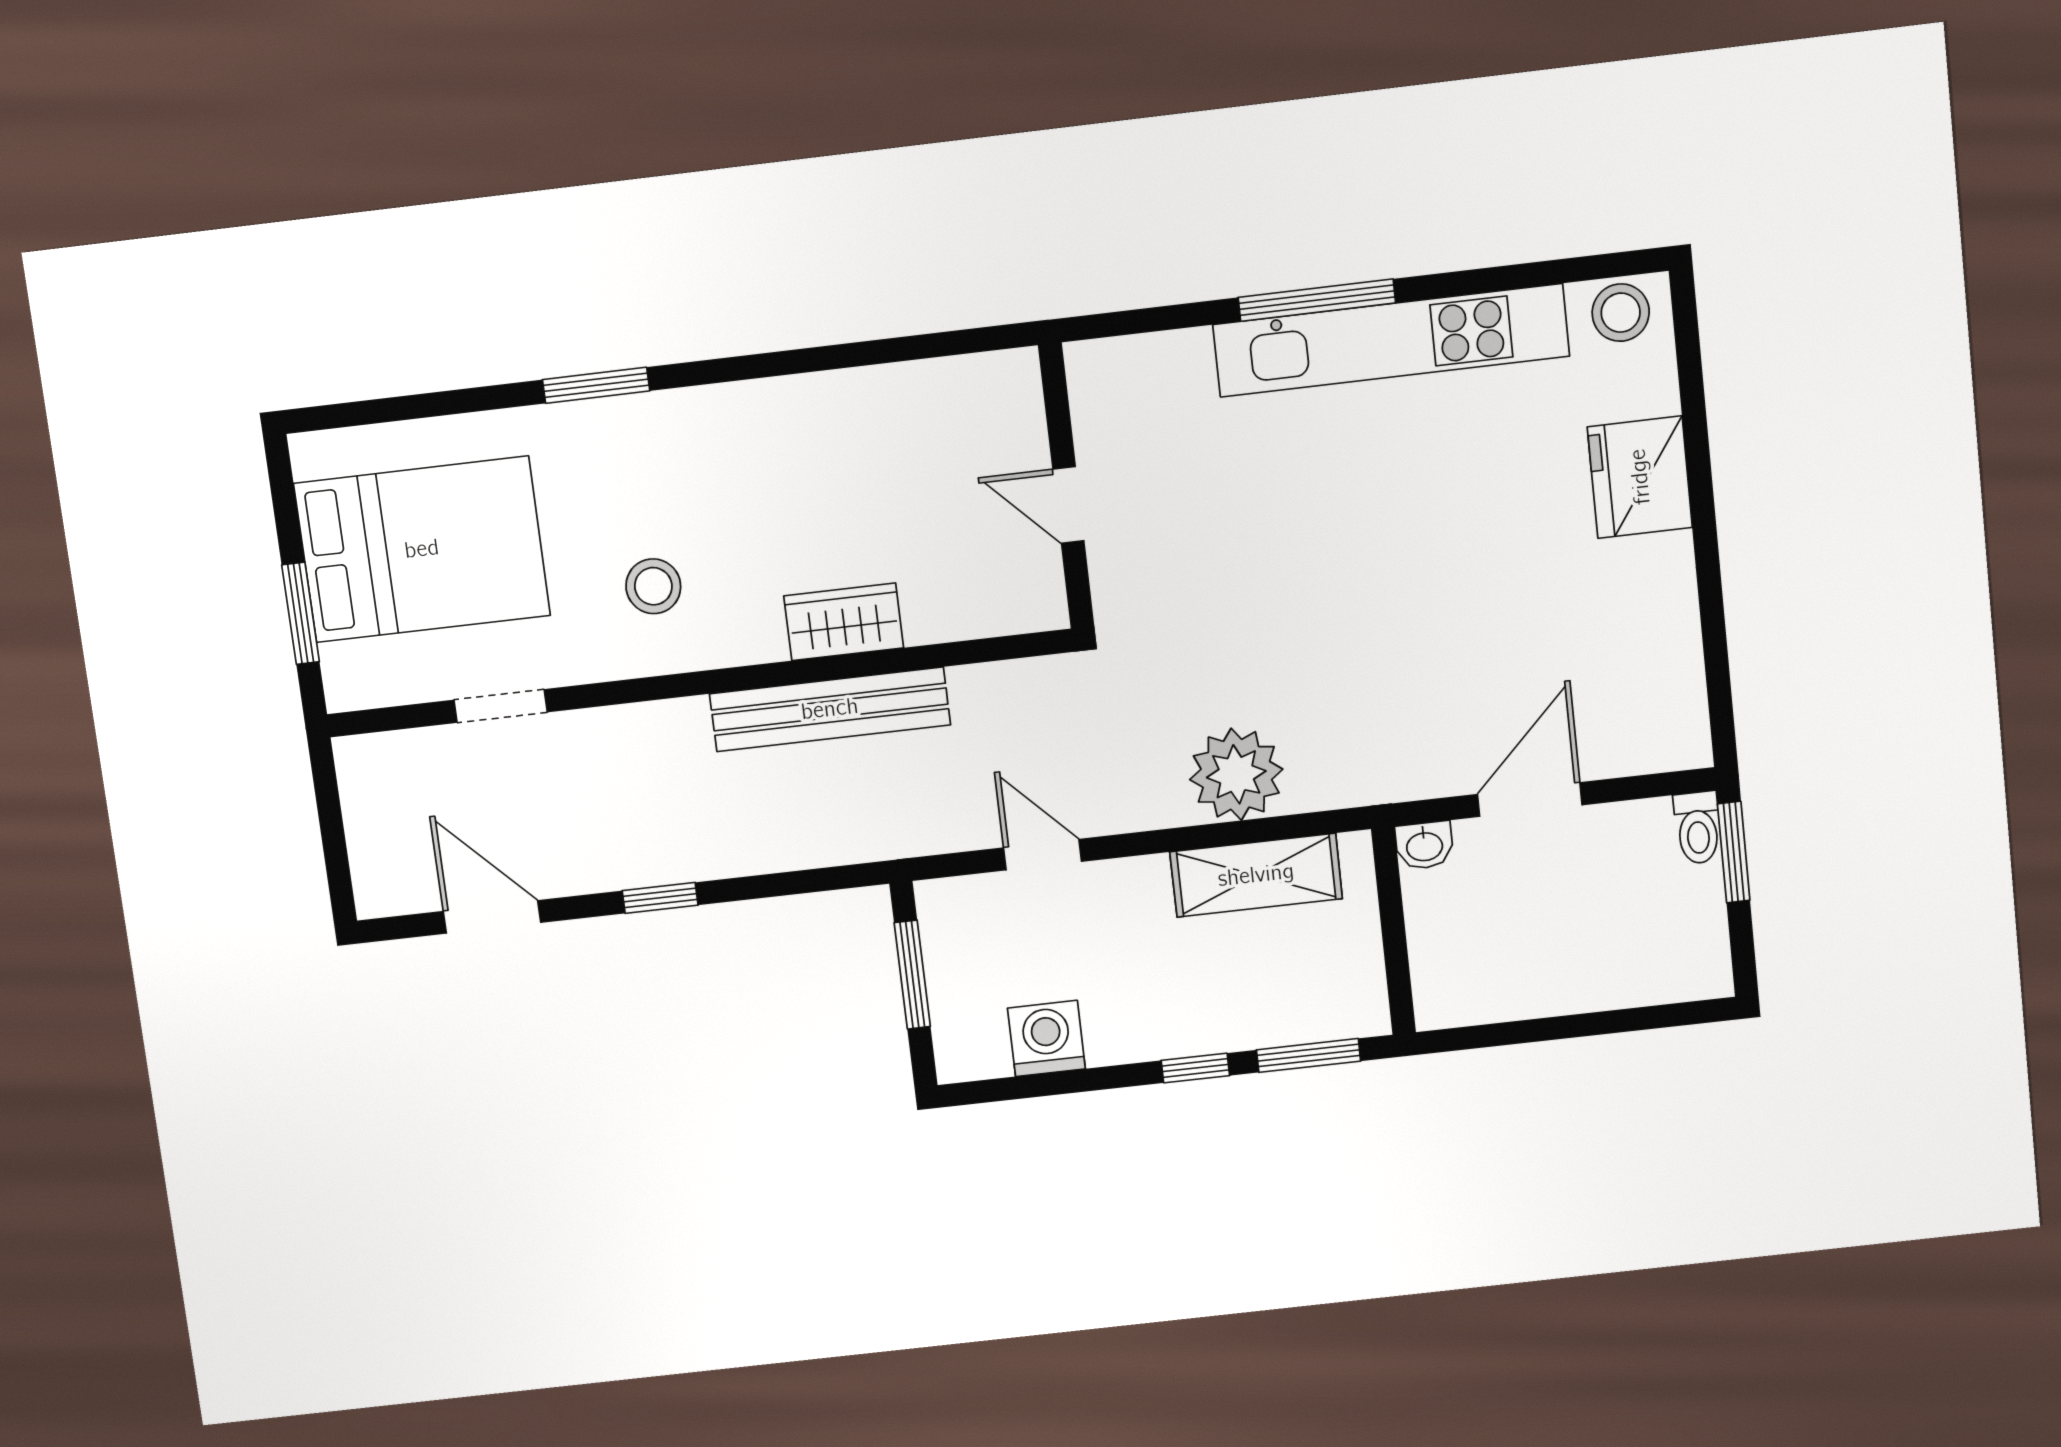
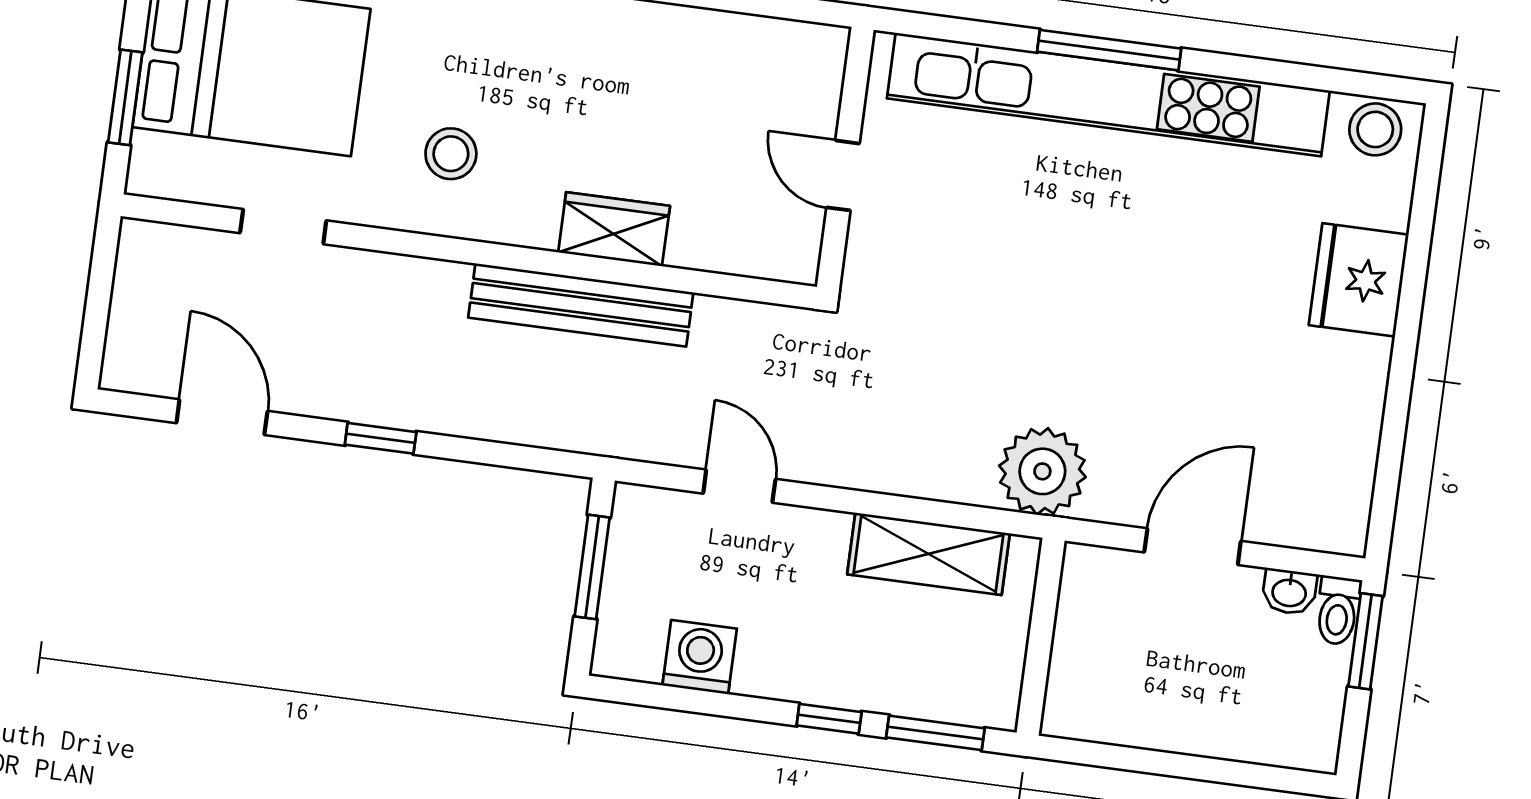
kitchen unit: (1391, 340) -> (1108, 95), width x1.36
plant: (1236, 774) -> (1042, 471), moved
washbasin: (1424, 845) -> (1289, 592), moved

